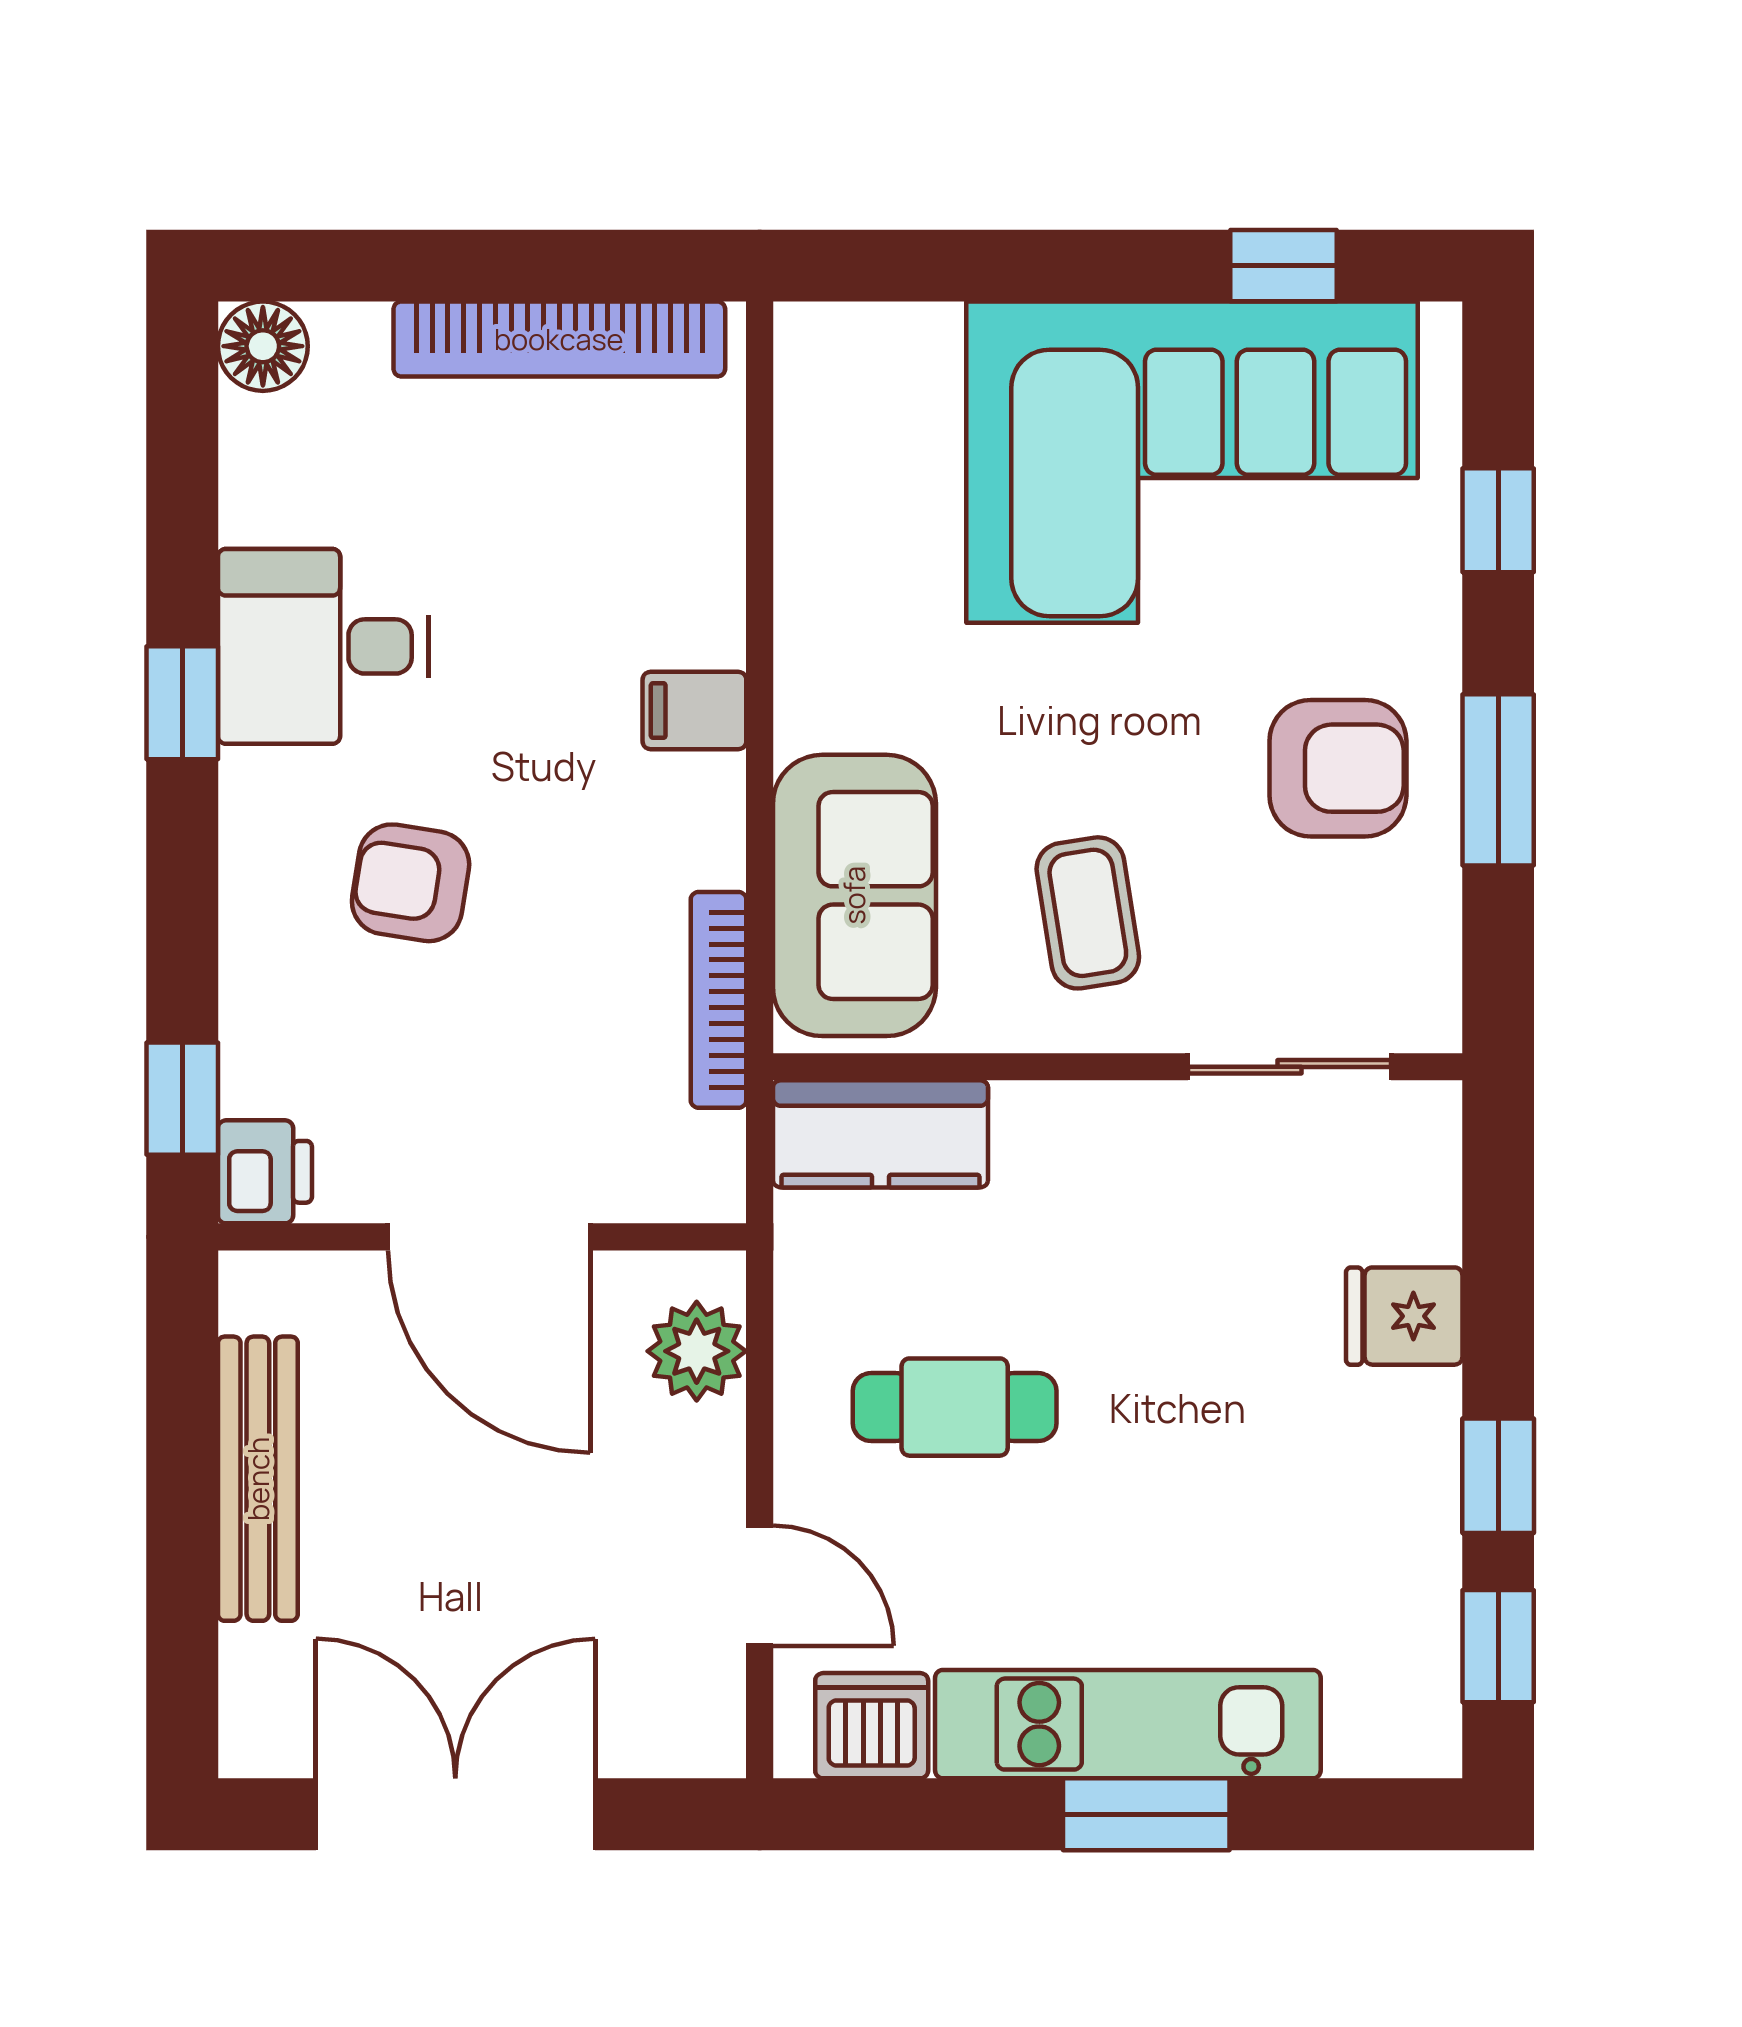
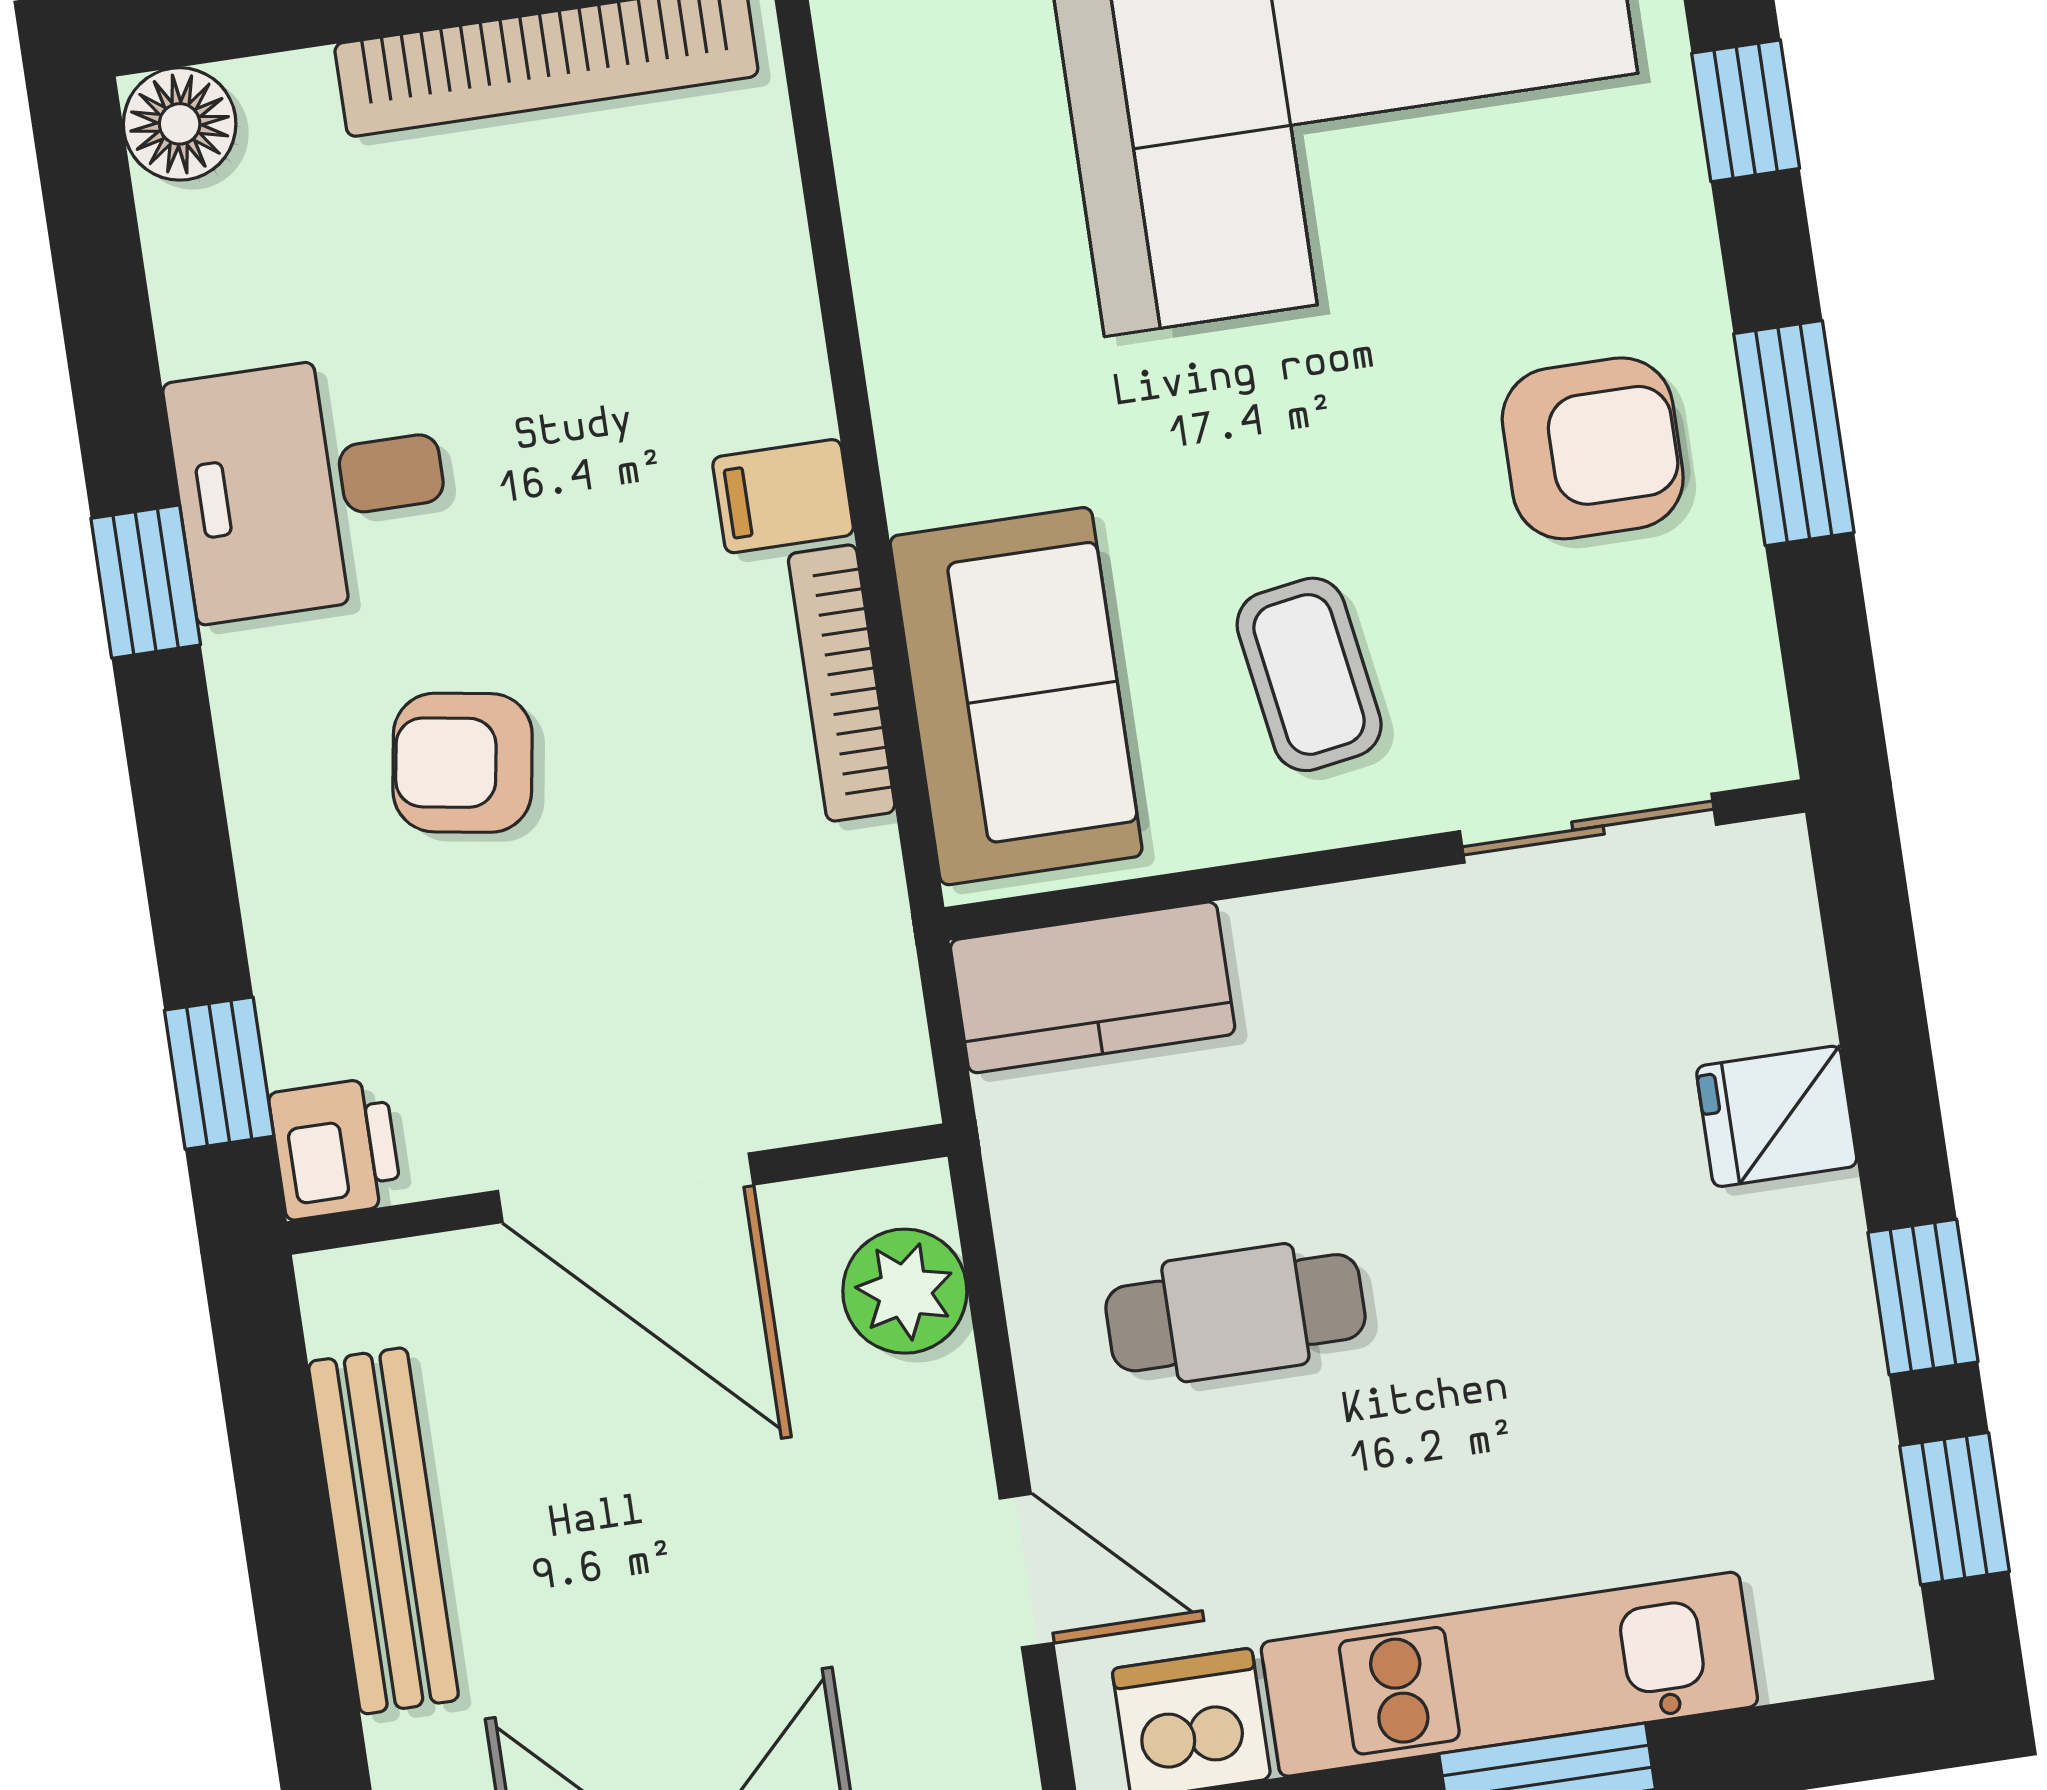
bookcase: (719, 1000) -> (842, 683), moved

